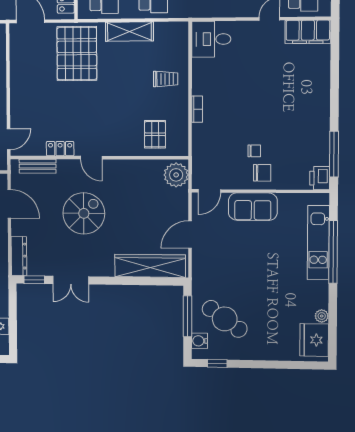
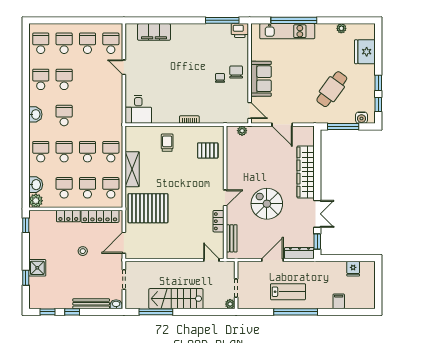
filing cabinet: (308, 32) -> (154, 32), moved, turned 90
plant: (176, 175) -> (242, 131), width x0.53, depth x0.53
door: (9, 204) -> (273, 260), moved
wardrobe: (150, 266) -> (306, 172), moved
cafe table: (225, 319) -> (332, 89), moved
fridge: (314, 340) -> (365, 52), moved, turned 90
window: (247, 364) -> (378, 83), added

